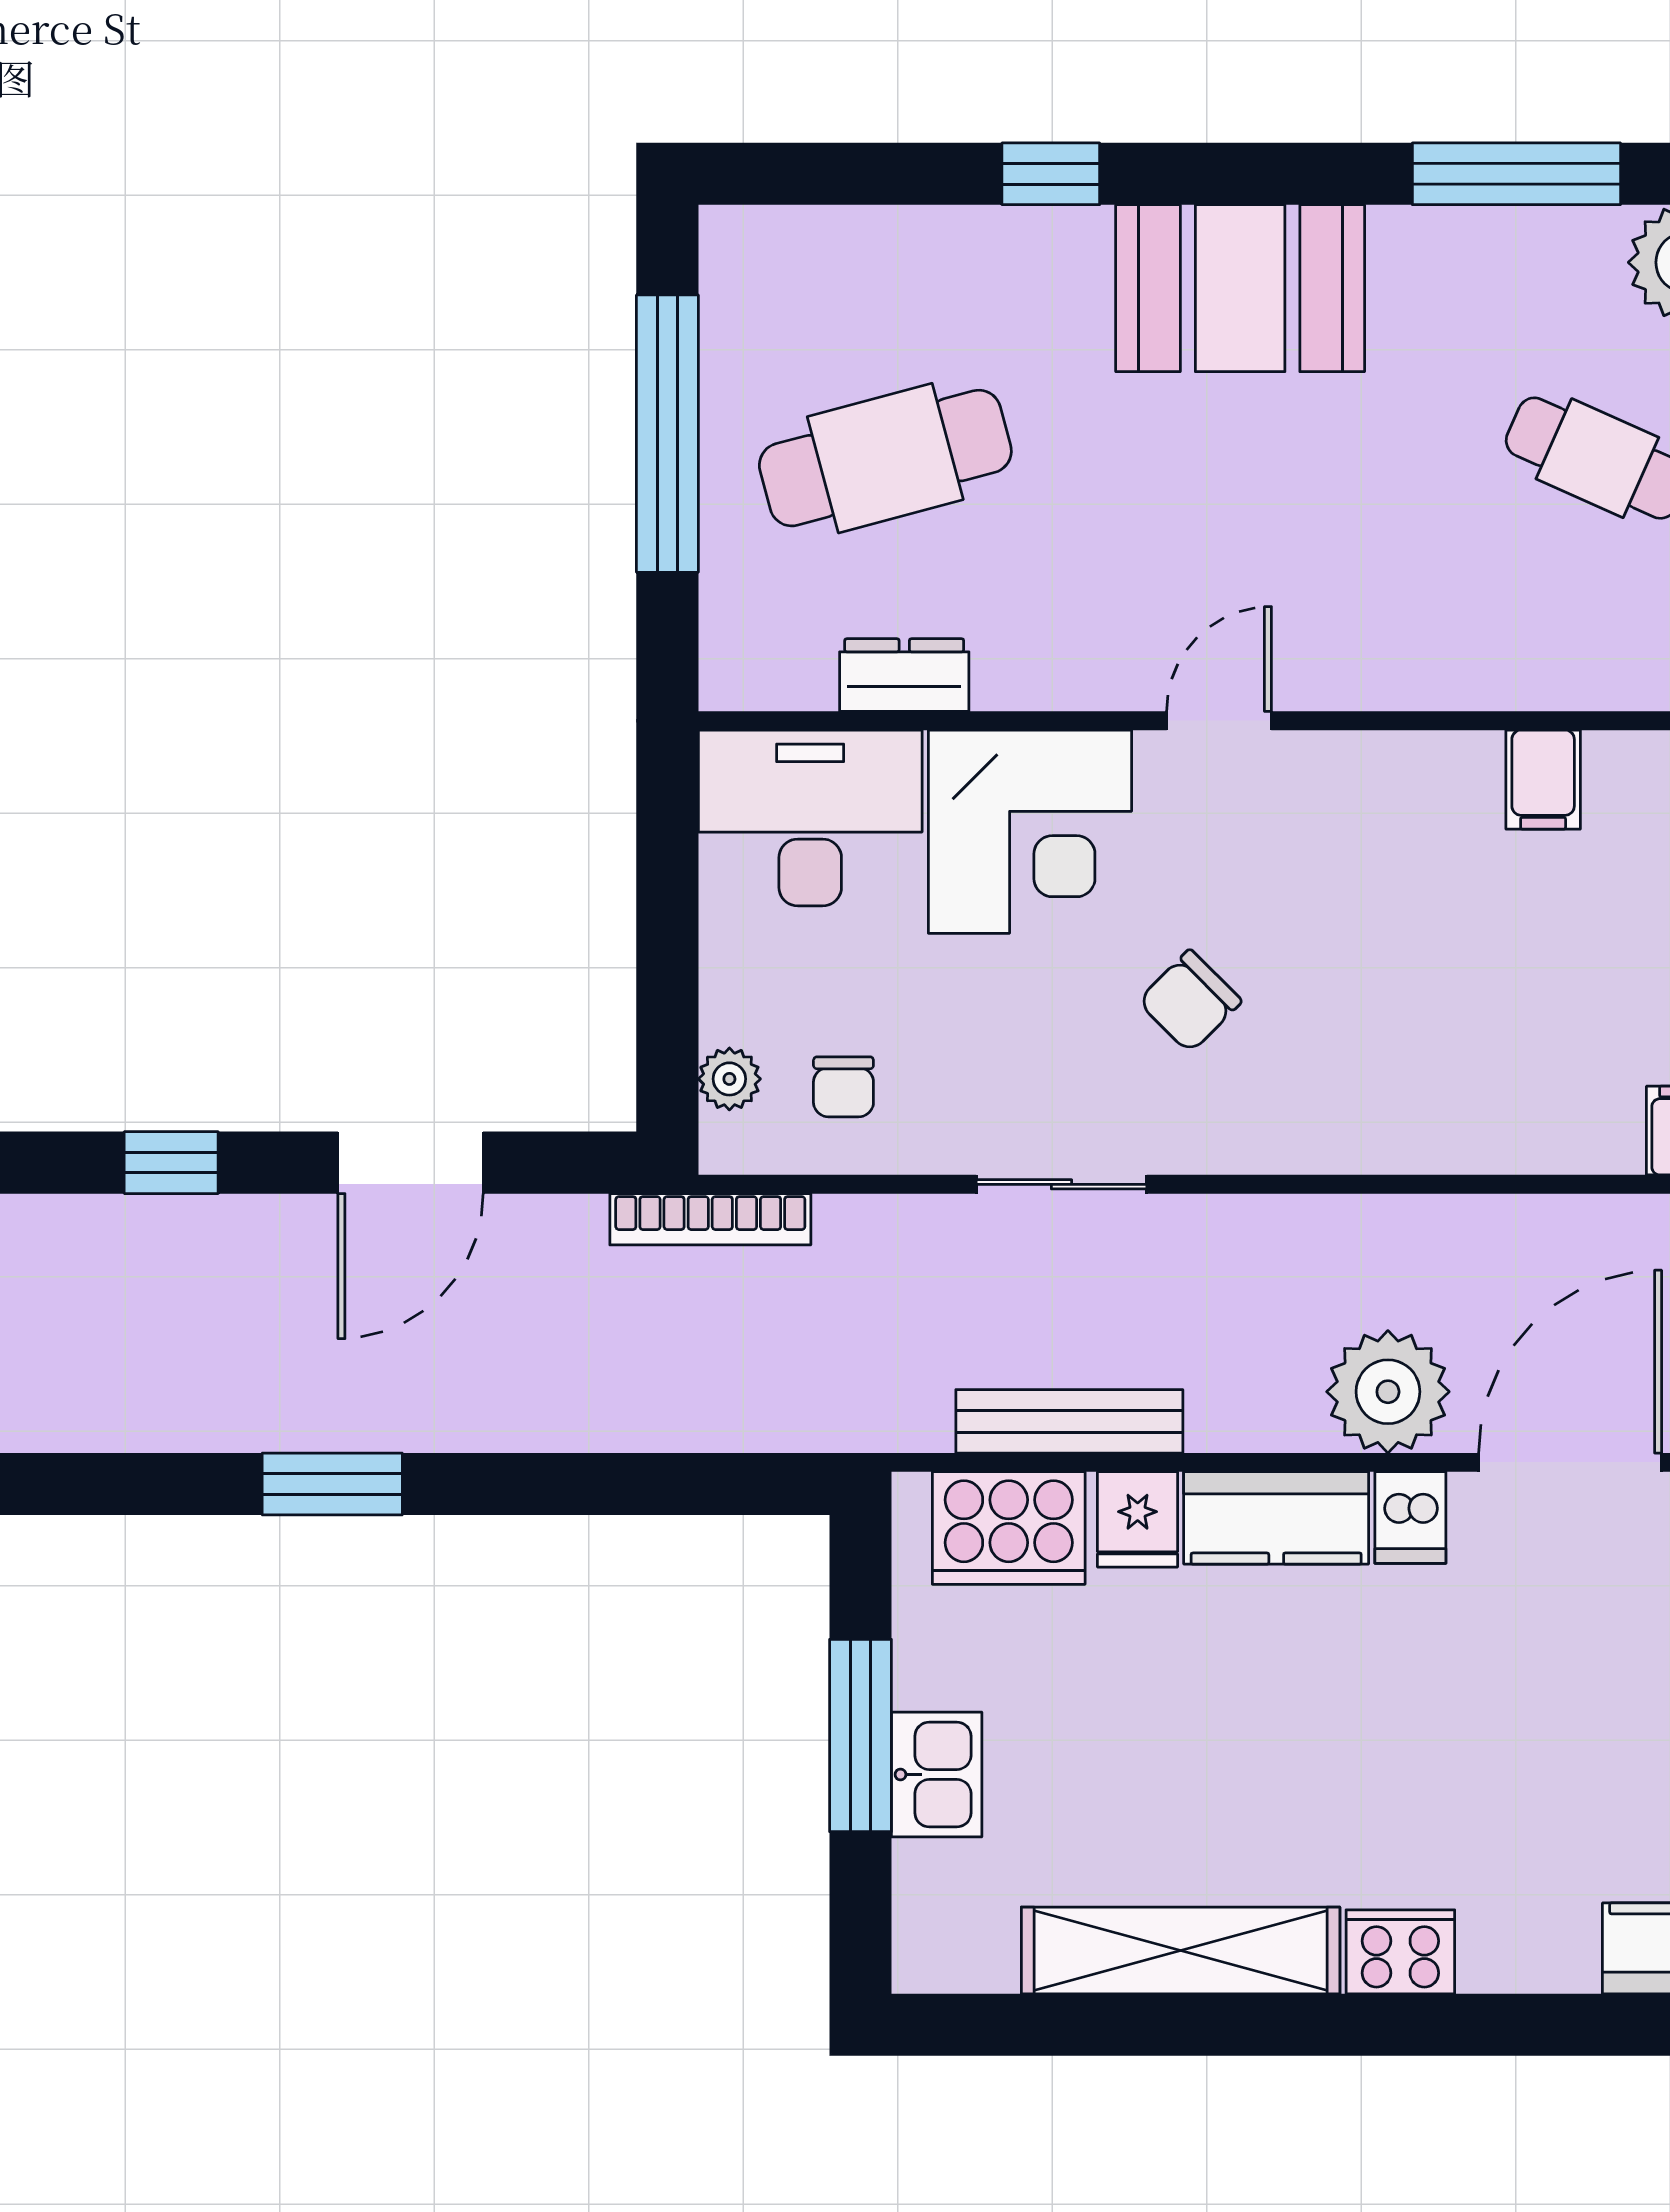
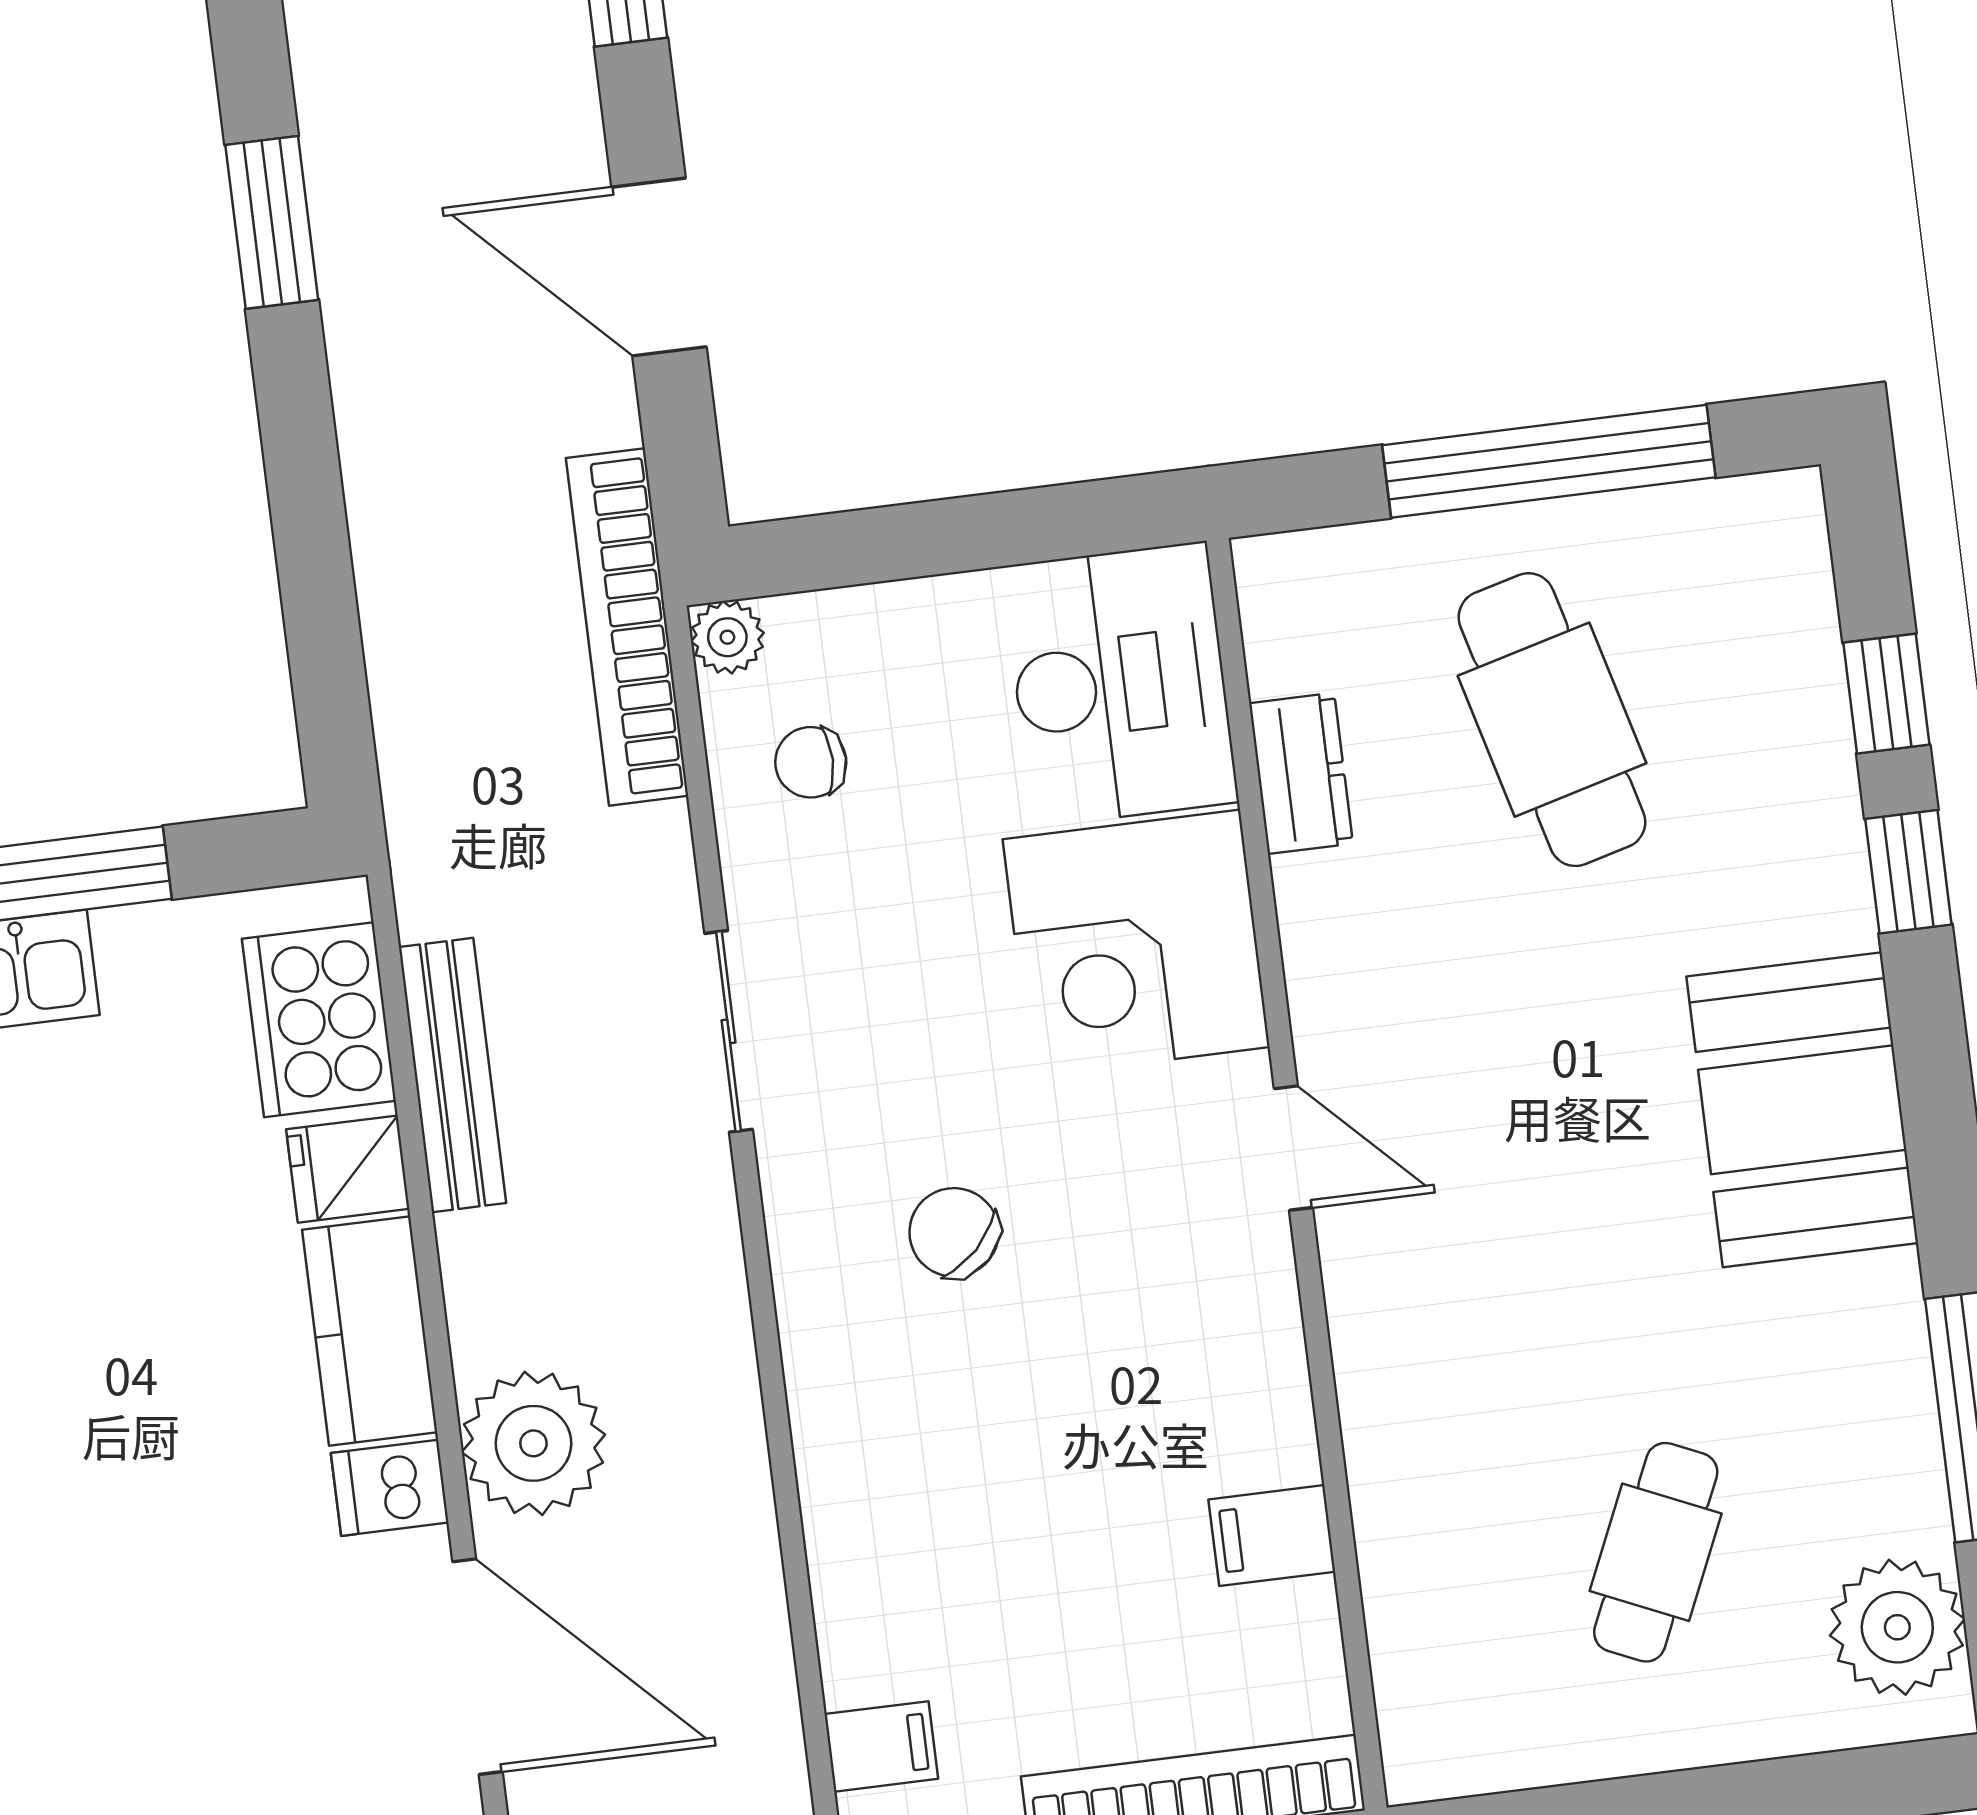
window: (899, 174) -> (1886, 694), added
chair: (1190, 1001) -> (954, 1232), moved
plant: (729, 1079) -> (727, 637), moved
bookcase: (710, 1219) -> (627, 627), width x1.48, depth x1.31

